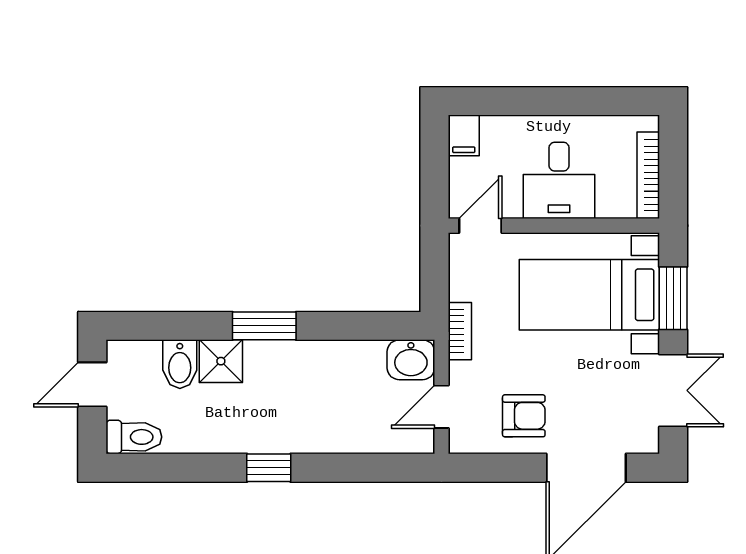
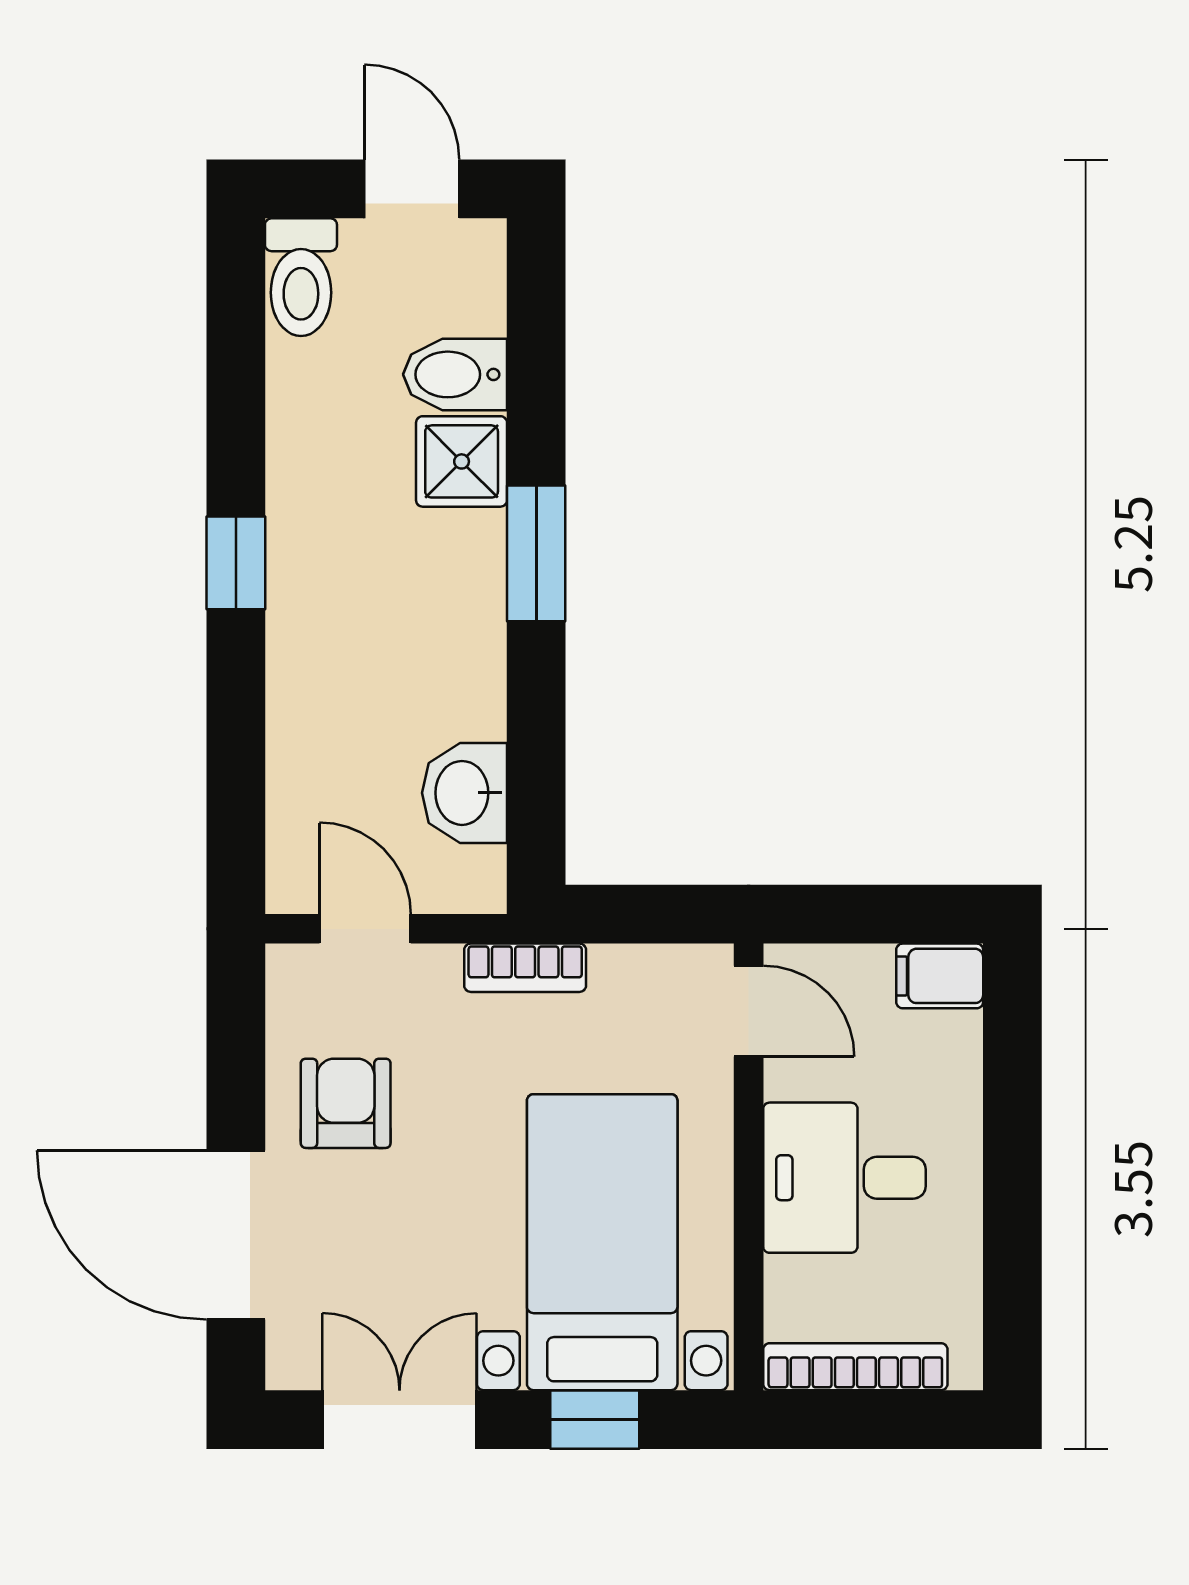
window: (673, 298) -> (595, 1420), width x0.67
washbasin: (411, 360) -> (464, 793), moved
double door: (673, 390) -> (400, 1420), swing flipped
armchair: (524, 416) -> (346, 1103), turned 180

